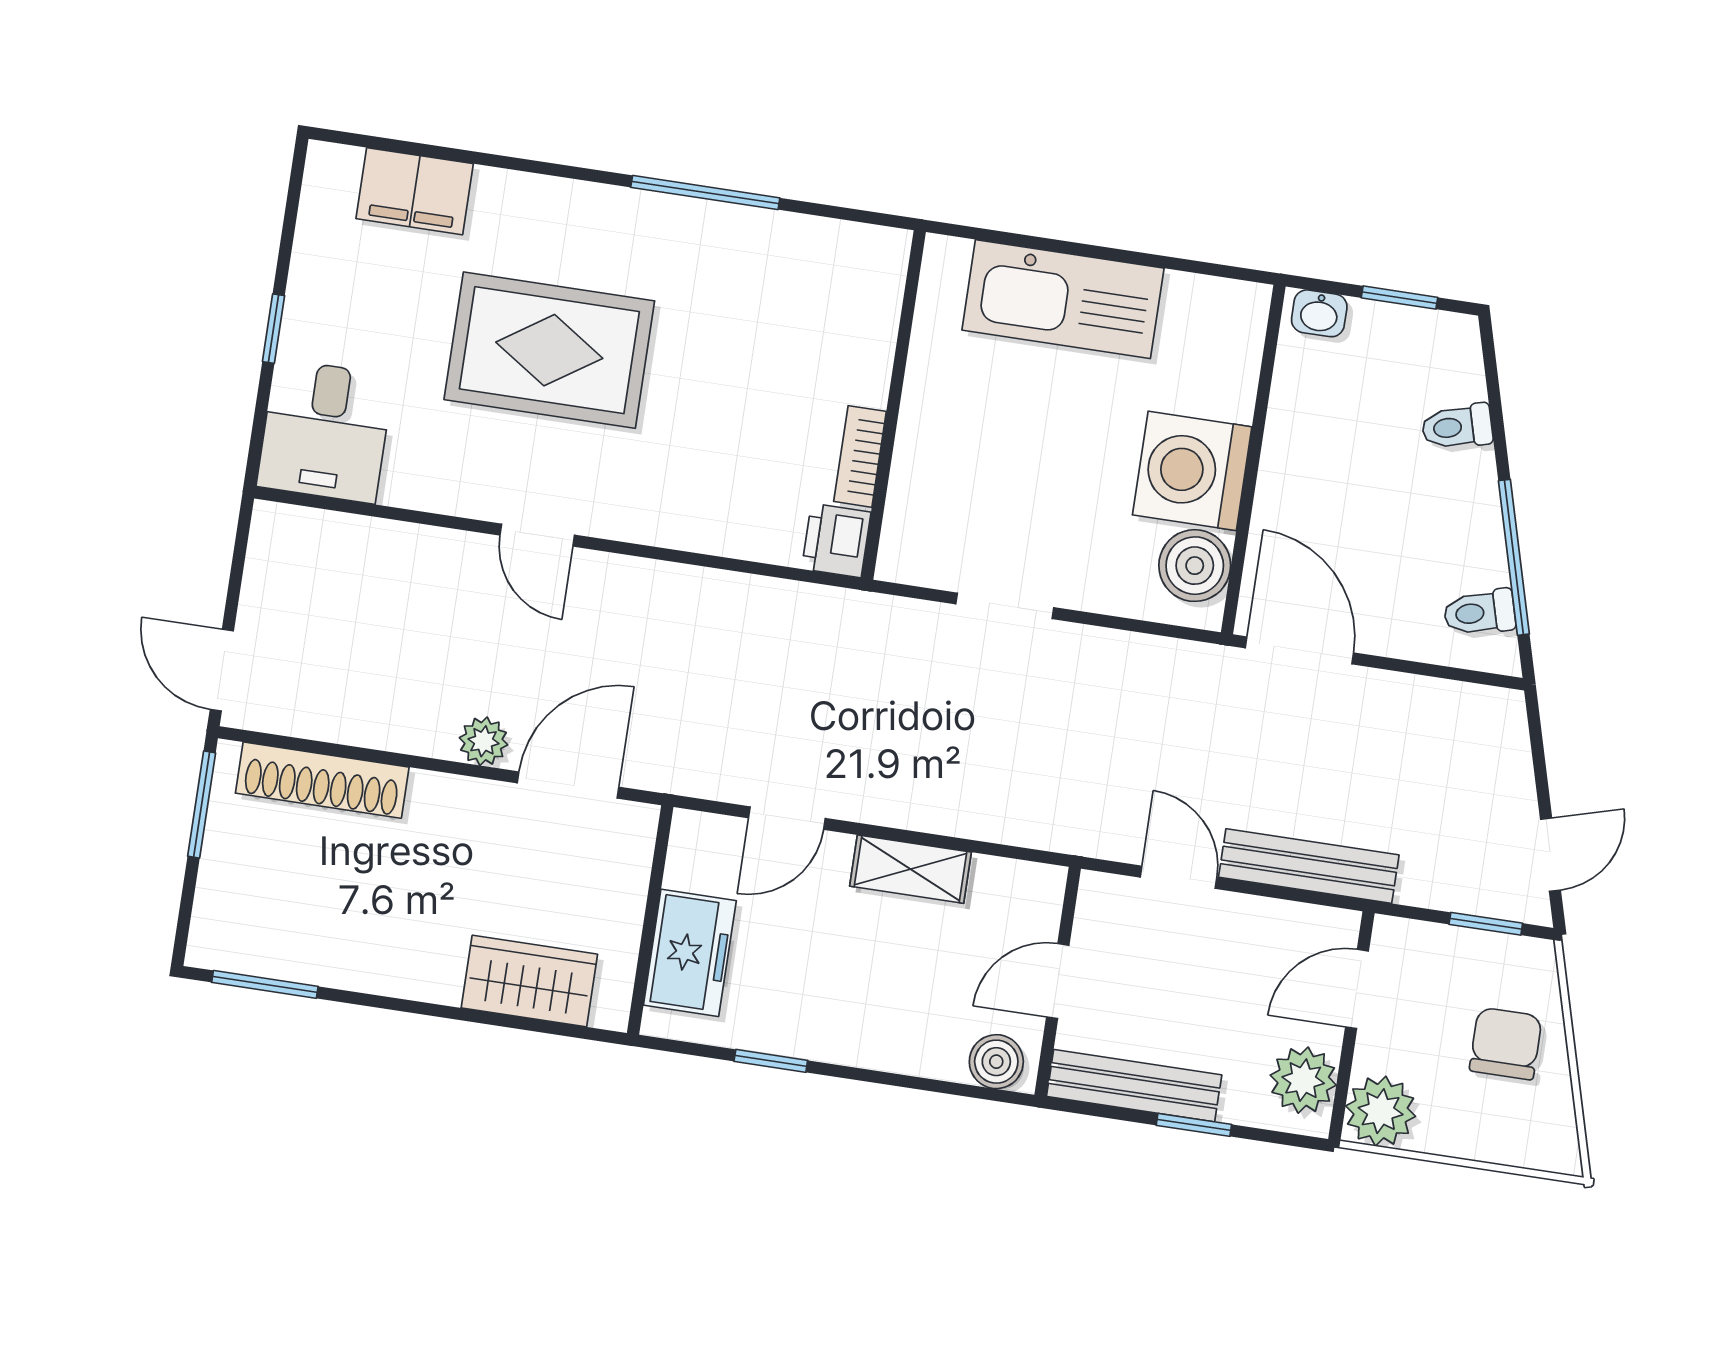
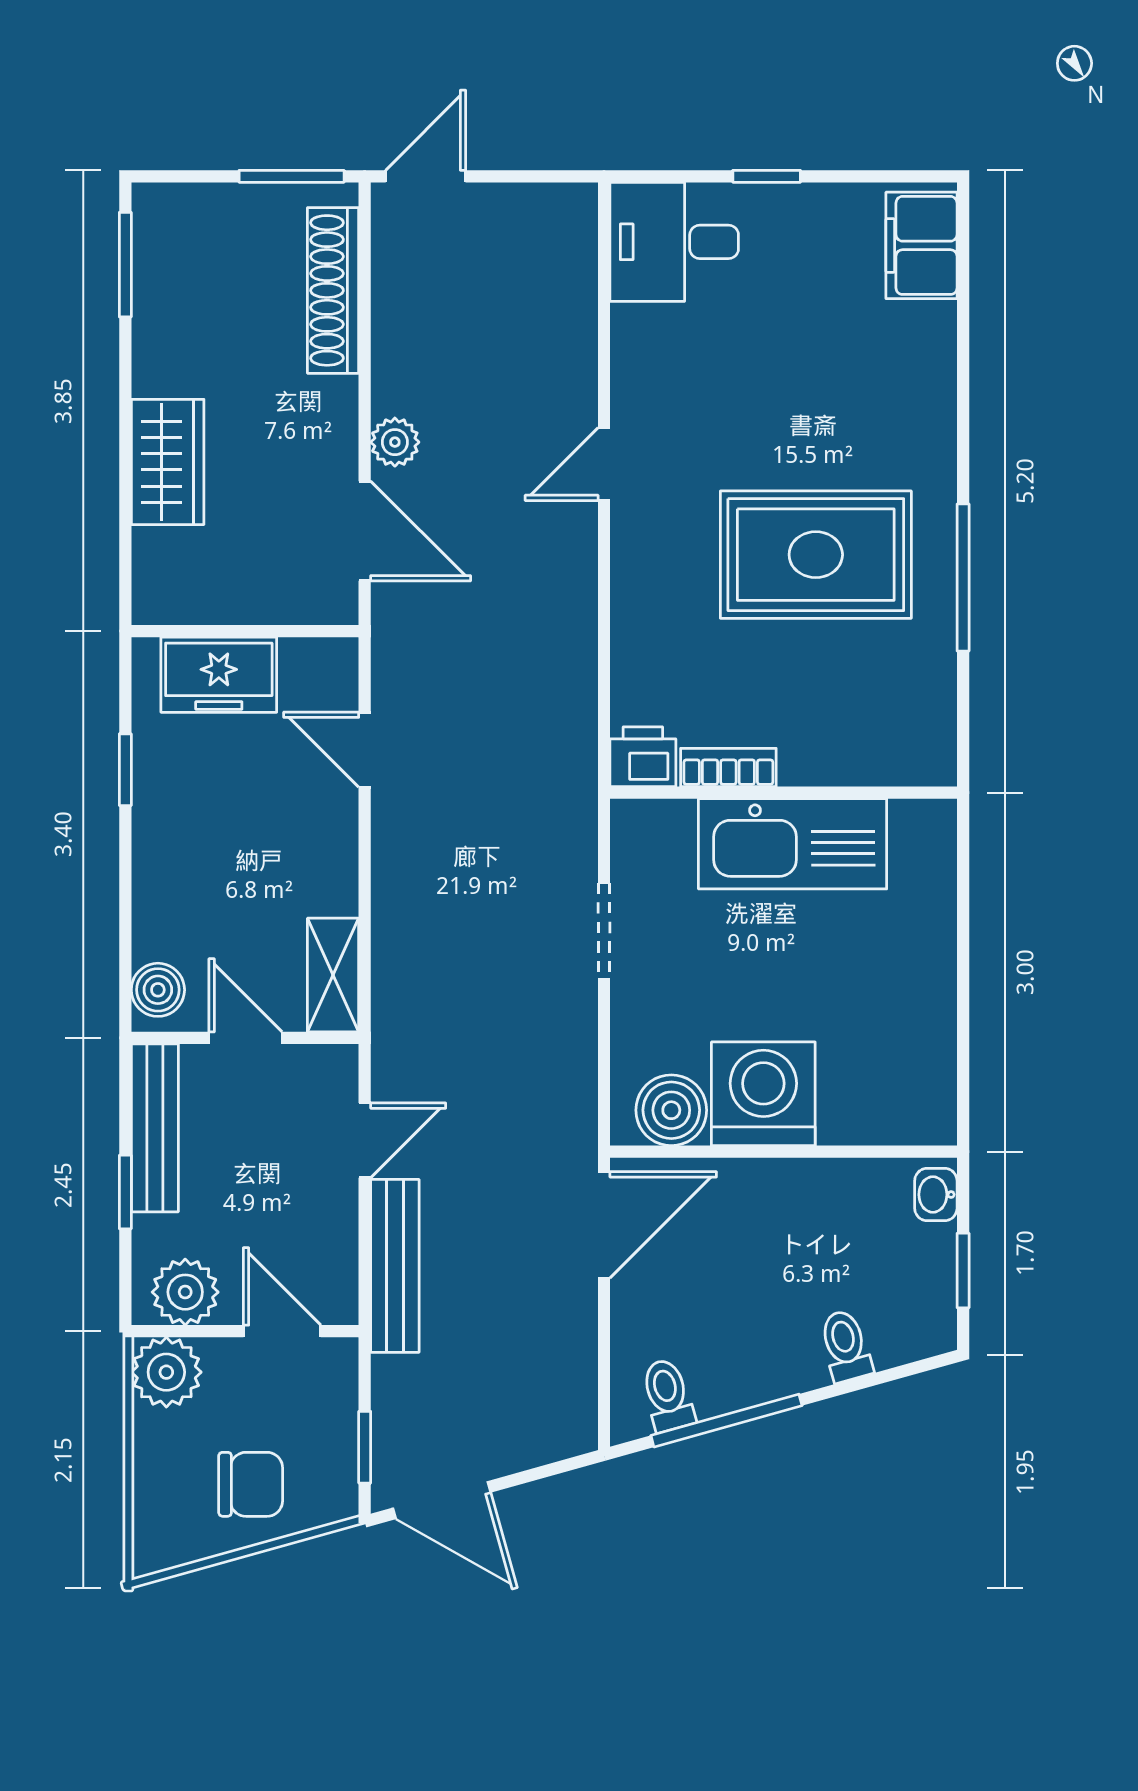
filing cabinet: (415, 191) -> (922, 245), moved
kitchen sink: (1063, 299) -> (793, 844), moved, turned -90
rug: (549, 350) -> (816, 555), moved, turned 90
door: (1550, 855) -> (442, 1500), width x1.38
shelving: (911, 869) -> (333, 975), moved
wardrobe: (529, 981) -> (168, 462), moved

